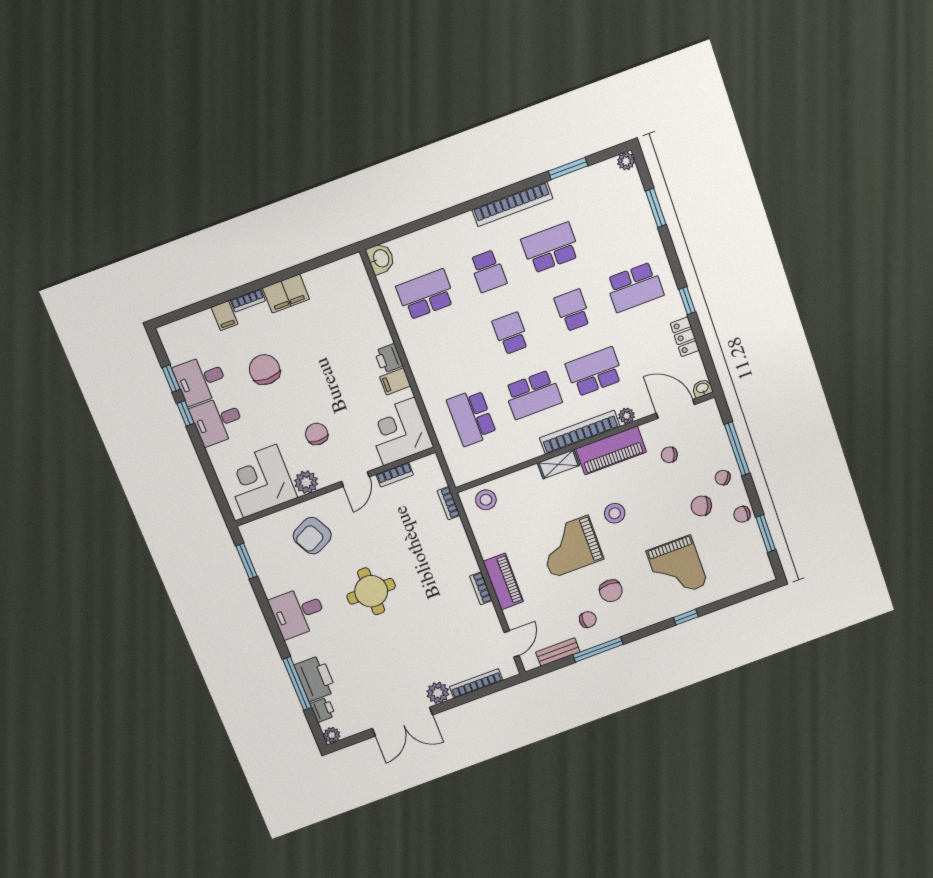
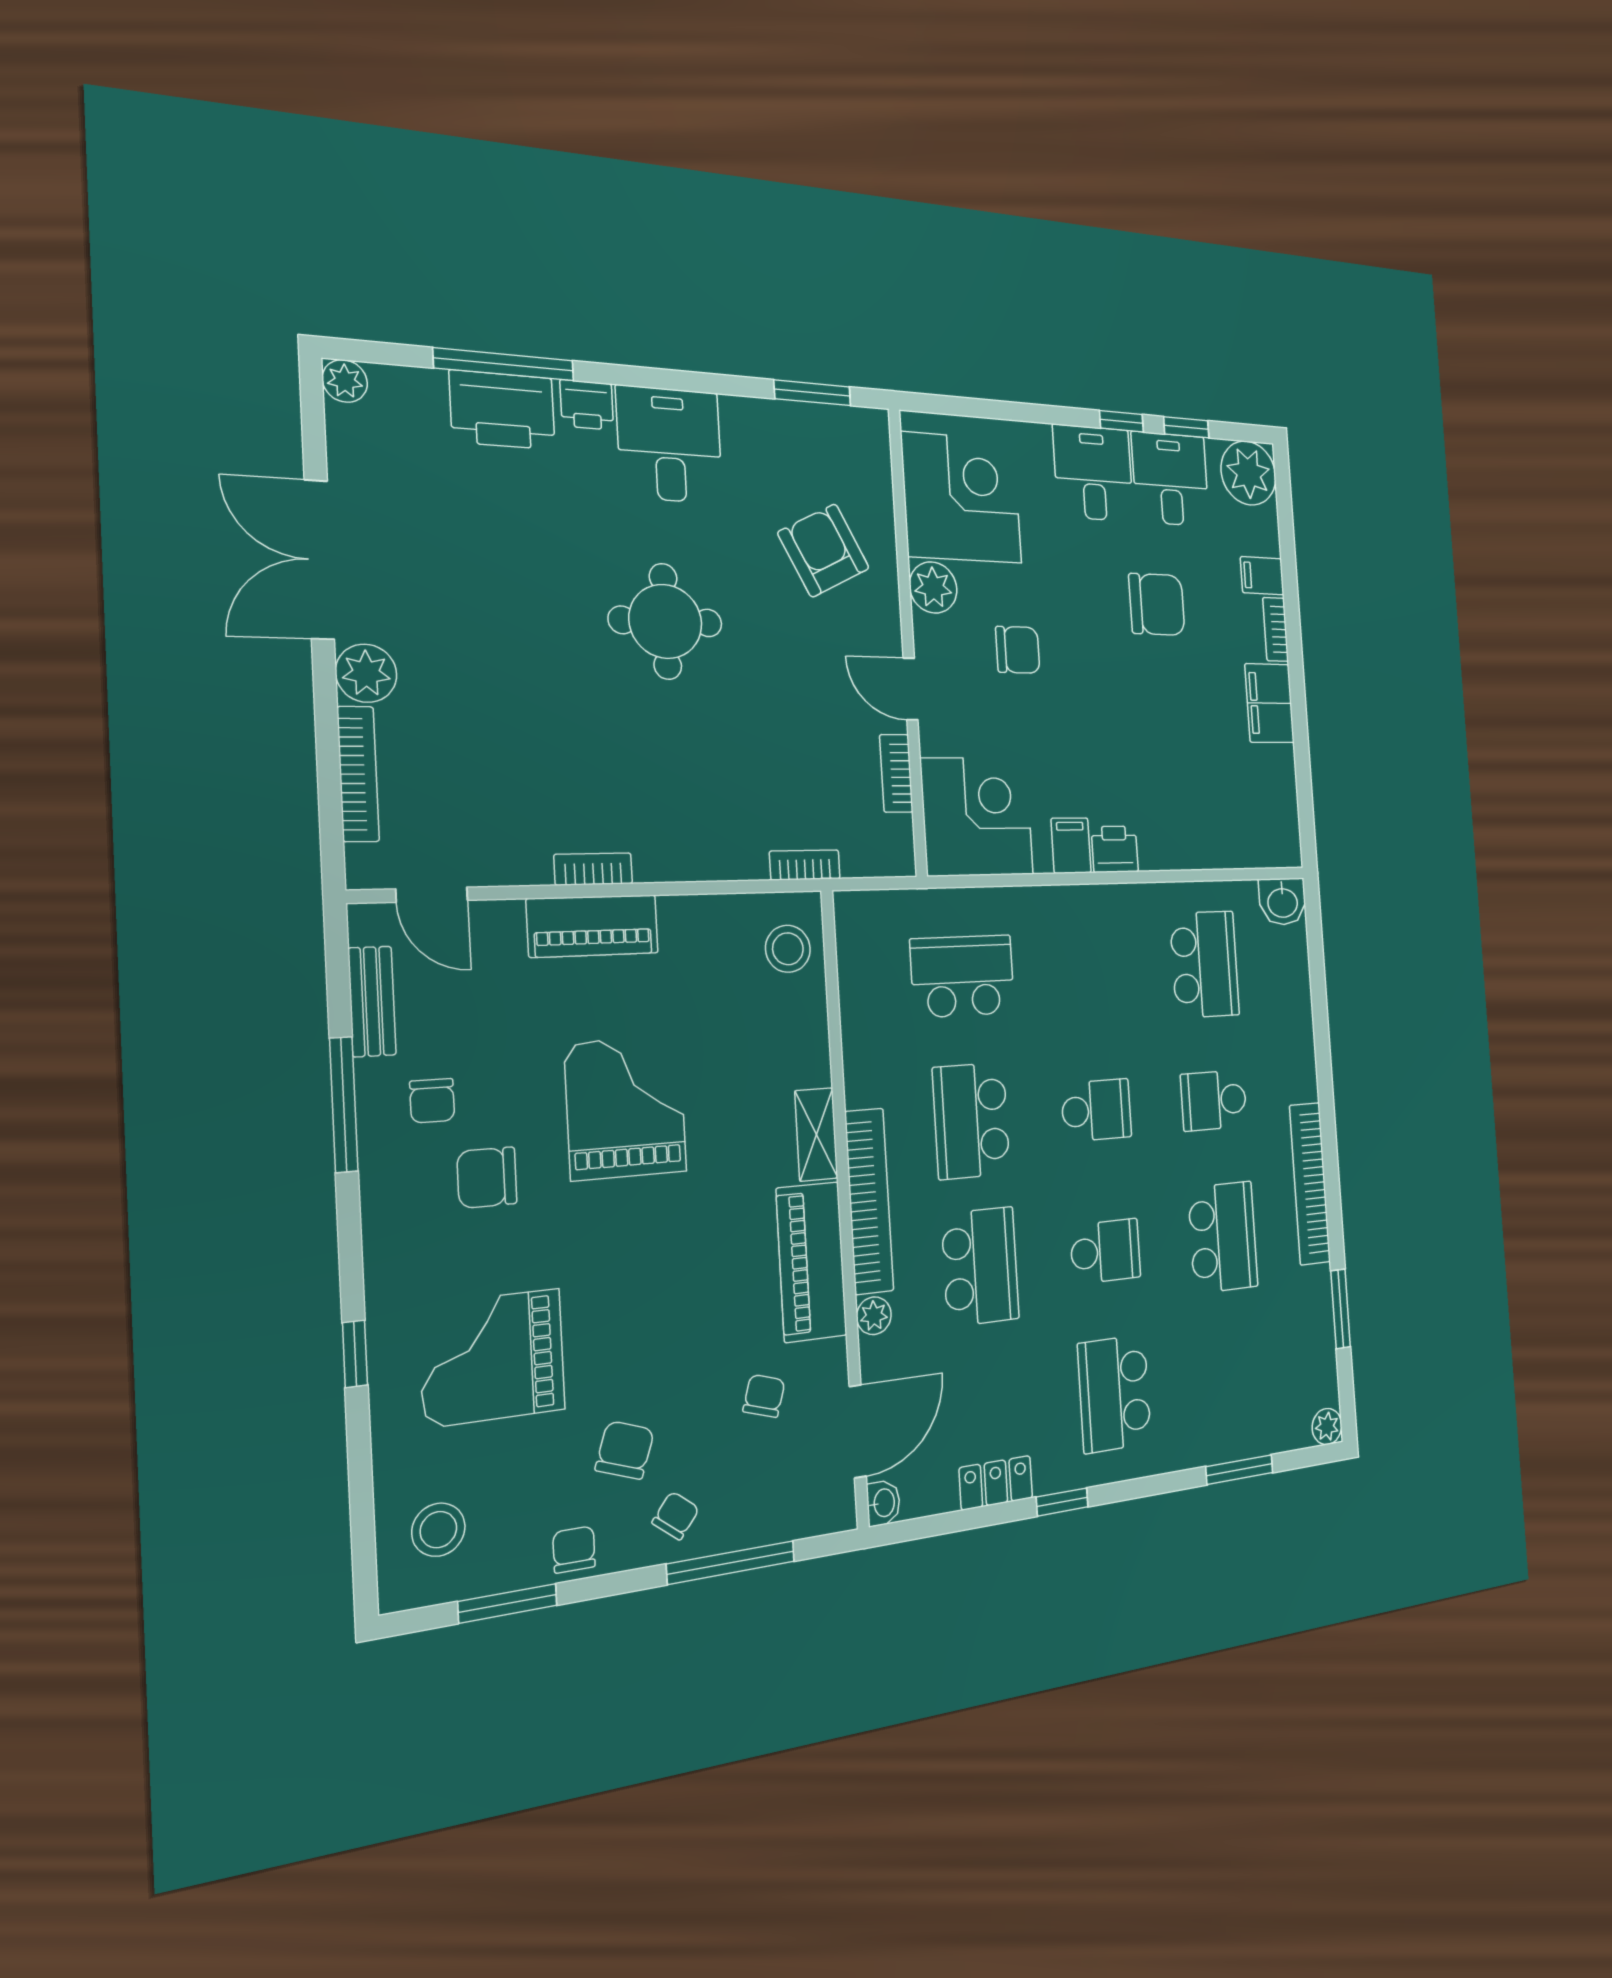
plant: (177, 338) -> (1249, 473), added
stool: (615, 513) -> (438, 1530), moved
printer: (323, 710) -> (587, 405), moved

